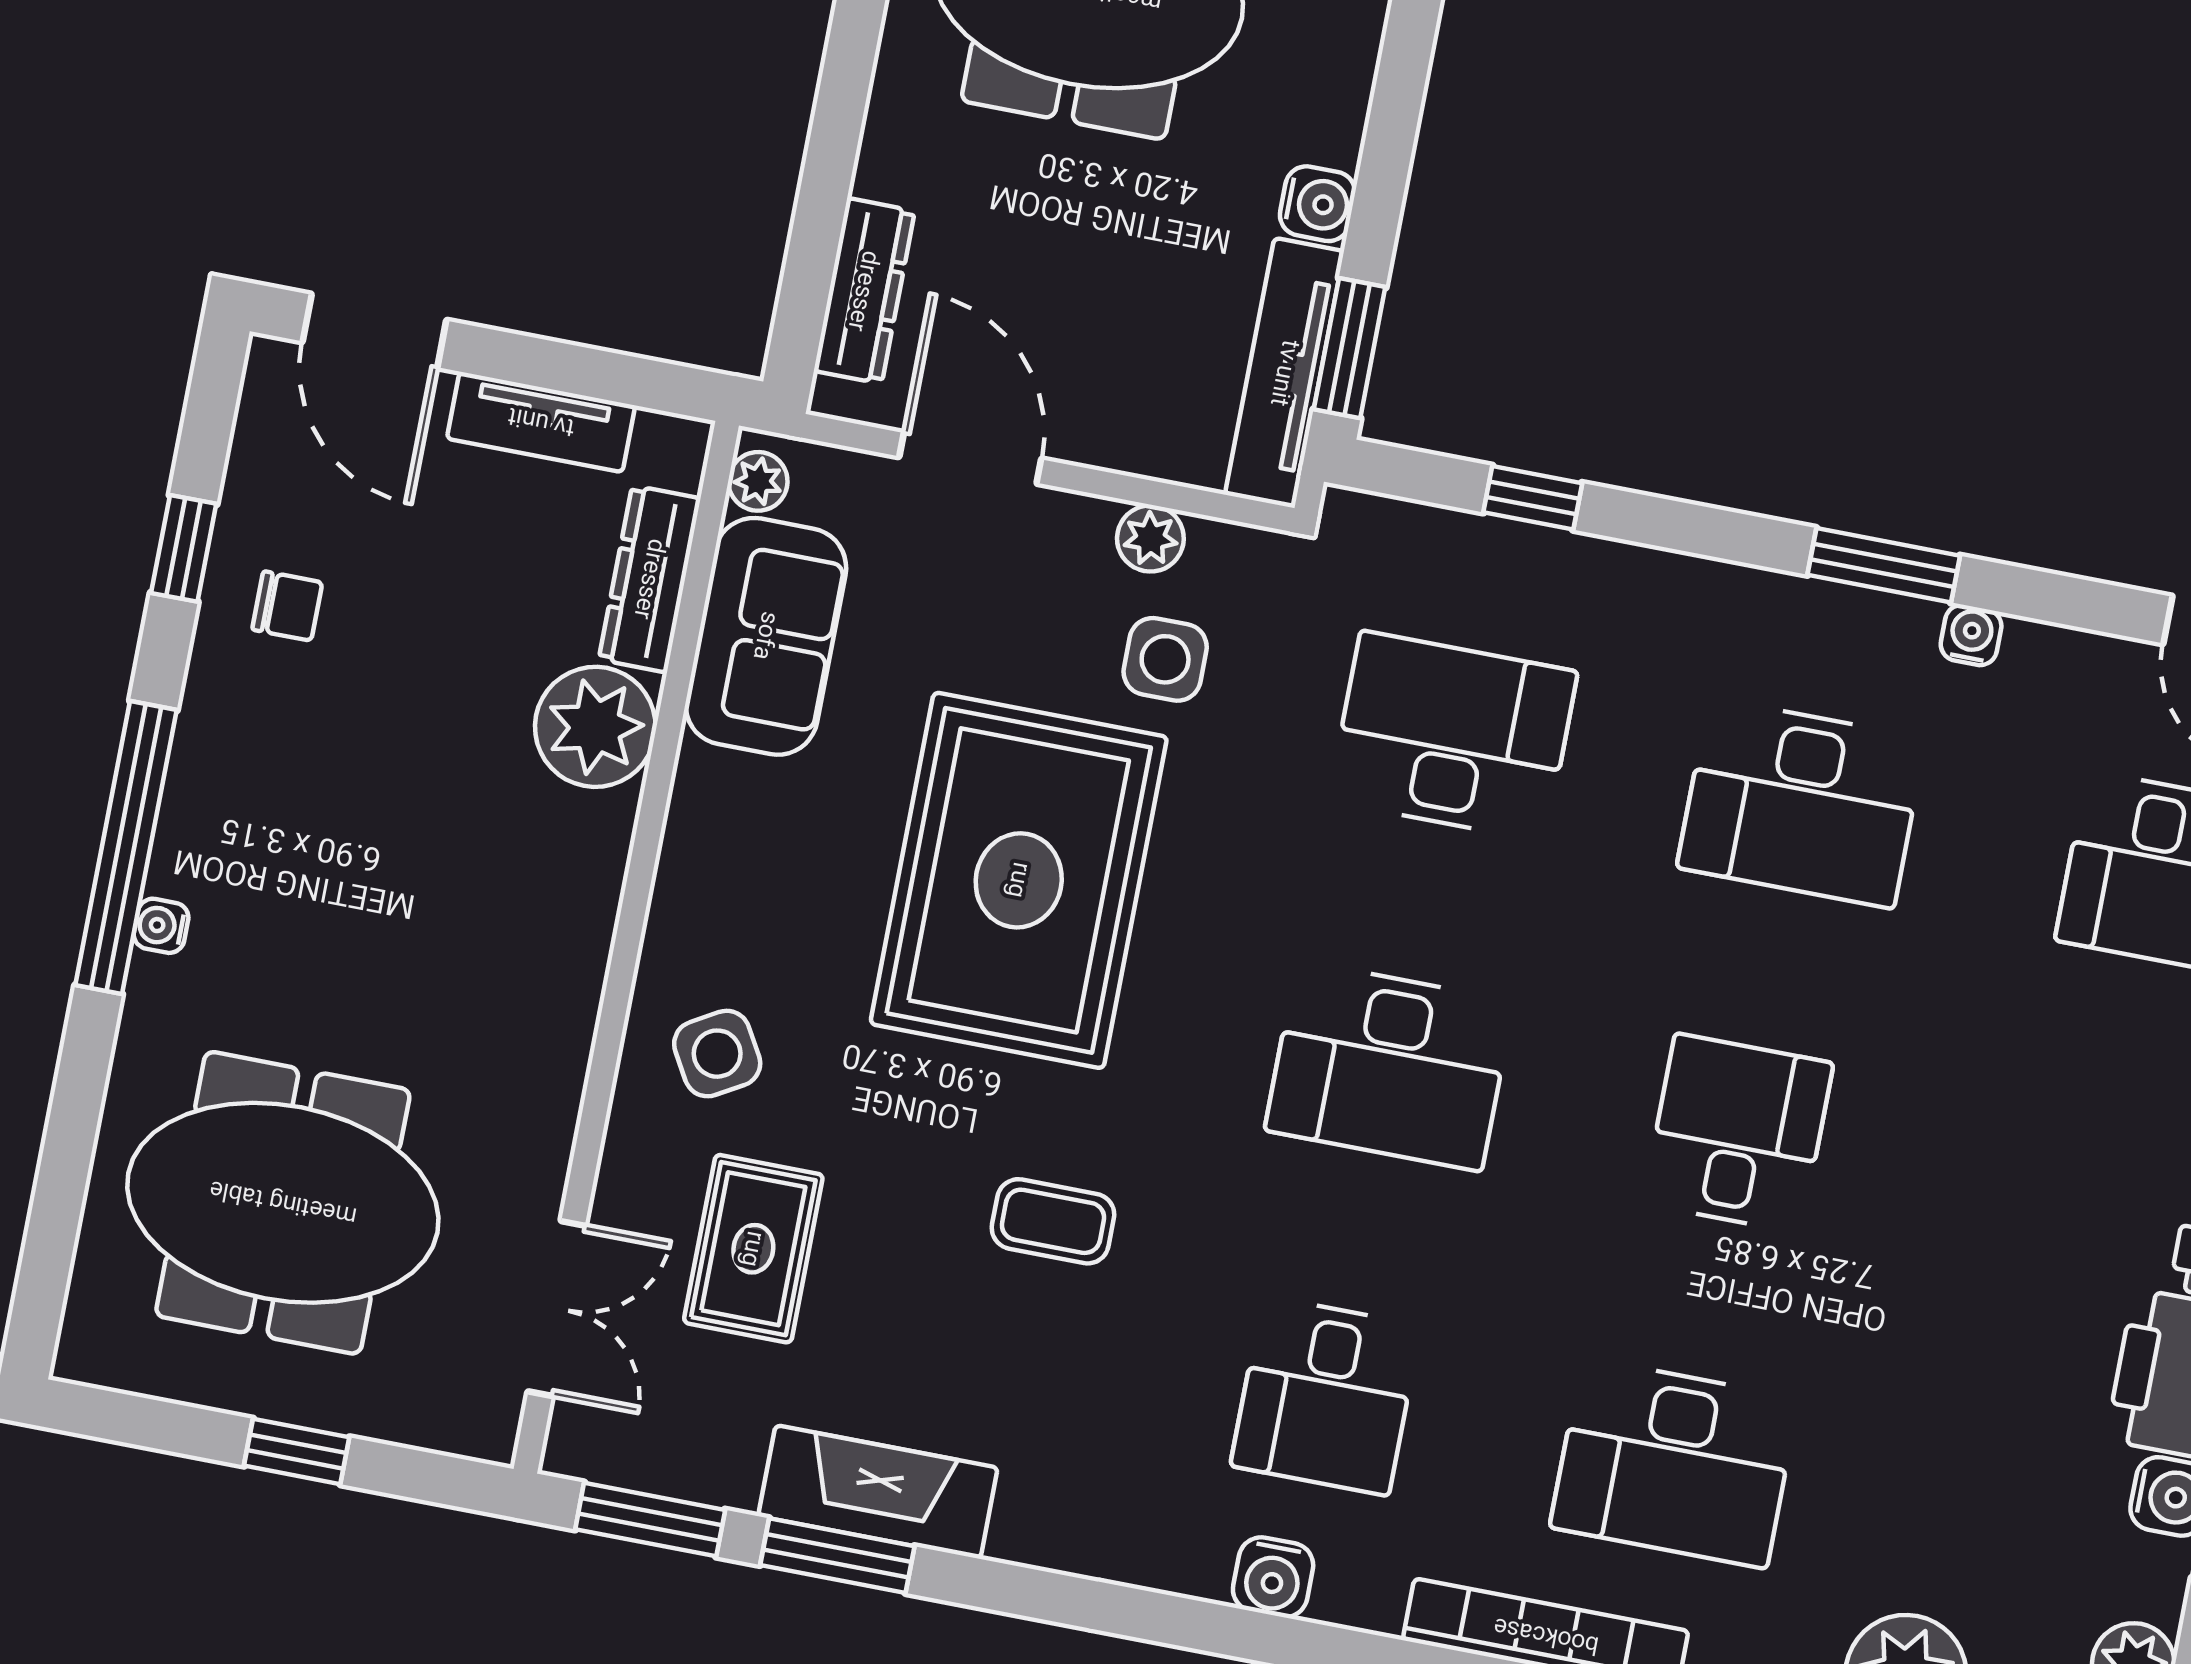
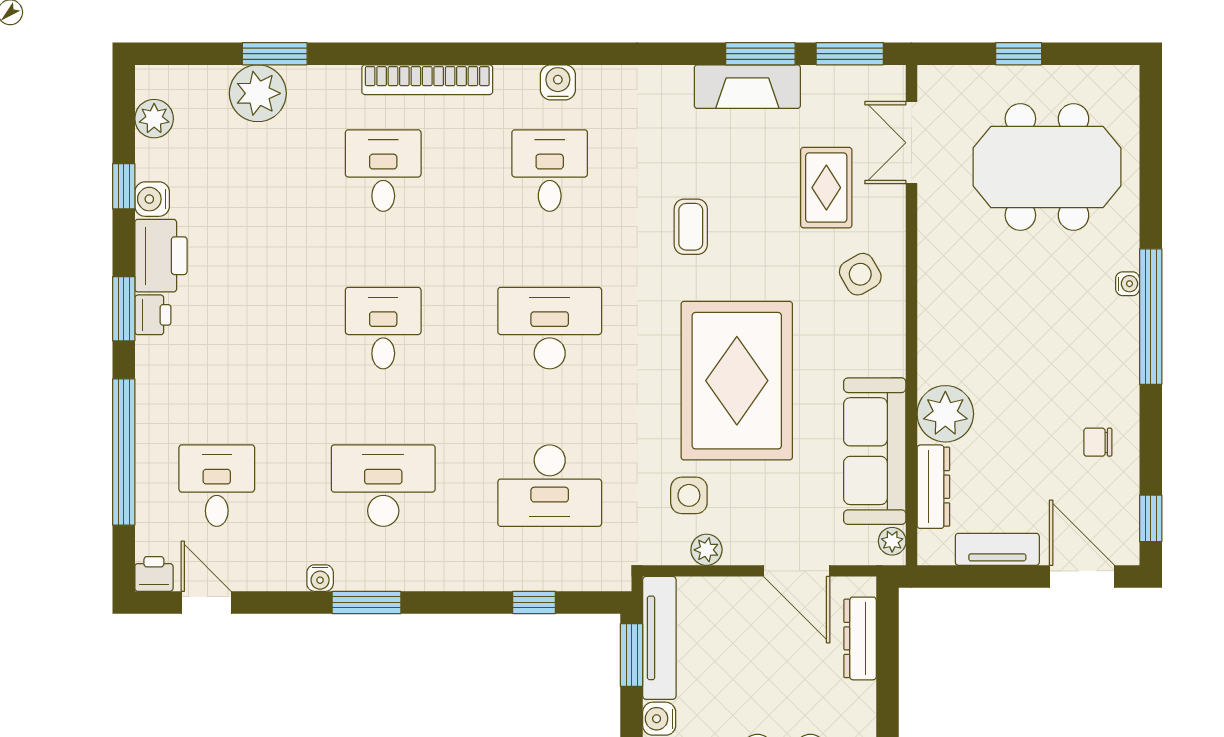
window: (184, 548) -> (1151, 518), moved
sofa: (766, 636) -> (875, 451), width x1.36
desk: (1738, 1133) -> (383, 328), turned 180
coffee table: (1053, 1221) -> (691, 227), turned 90
desk: (1674, 1463) -> (383, 171), width x0.73

